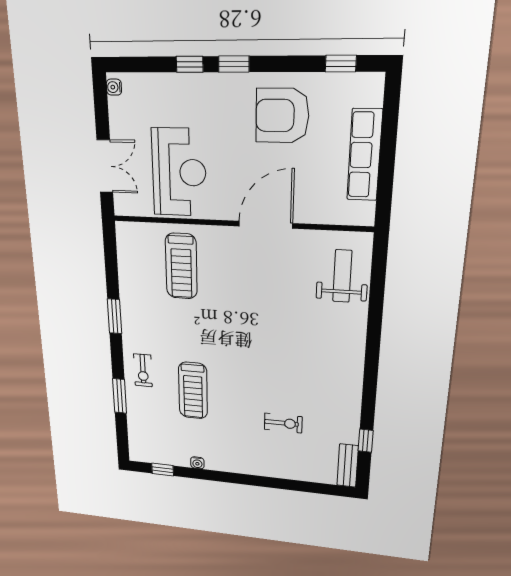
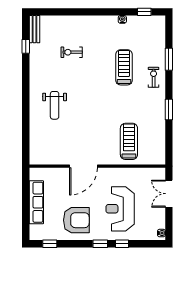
reception desk: (179, 172) -> (120, 209), moved
weight bench: (342, 276) -> (55, 105), moved

